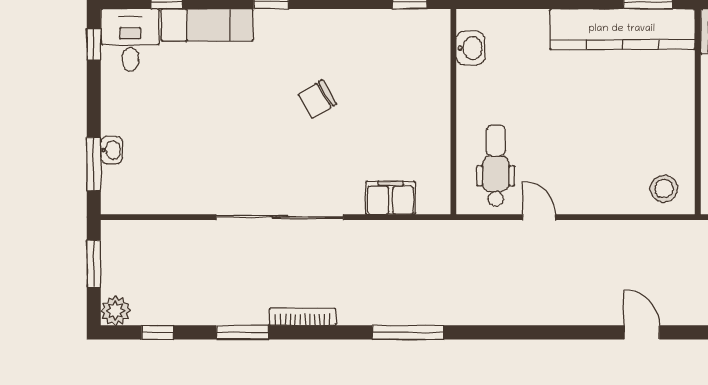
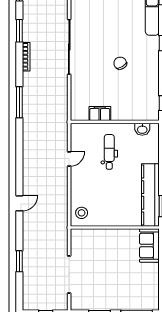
dental chair: (496, 166) -> (109, 152), moved, turned -90
filing cabinet: (391, 198) -> (100, 114), moved, turned -90

